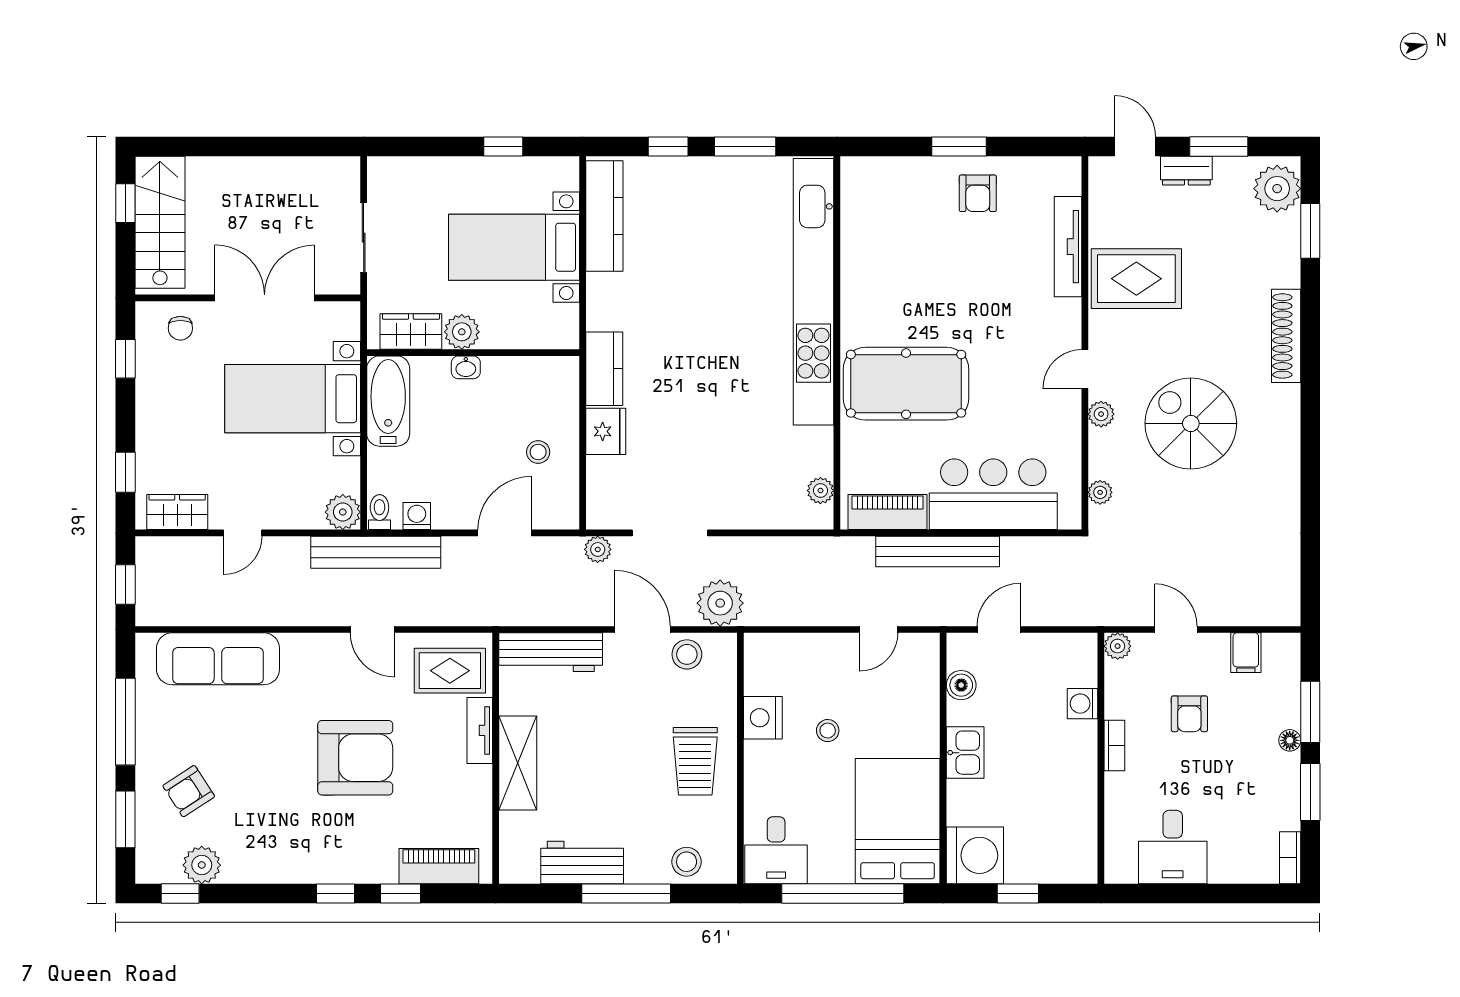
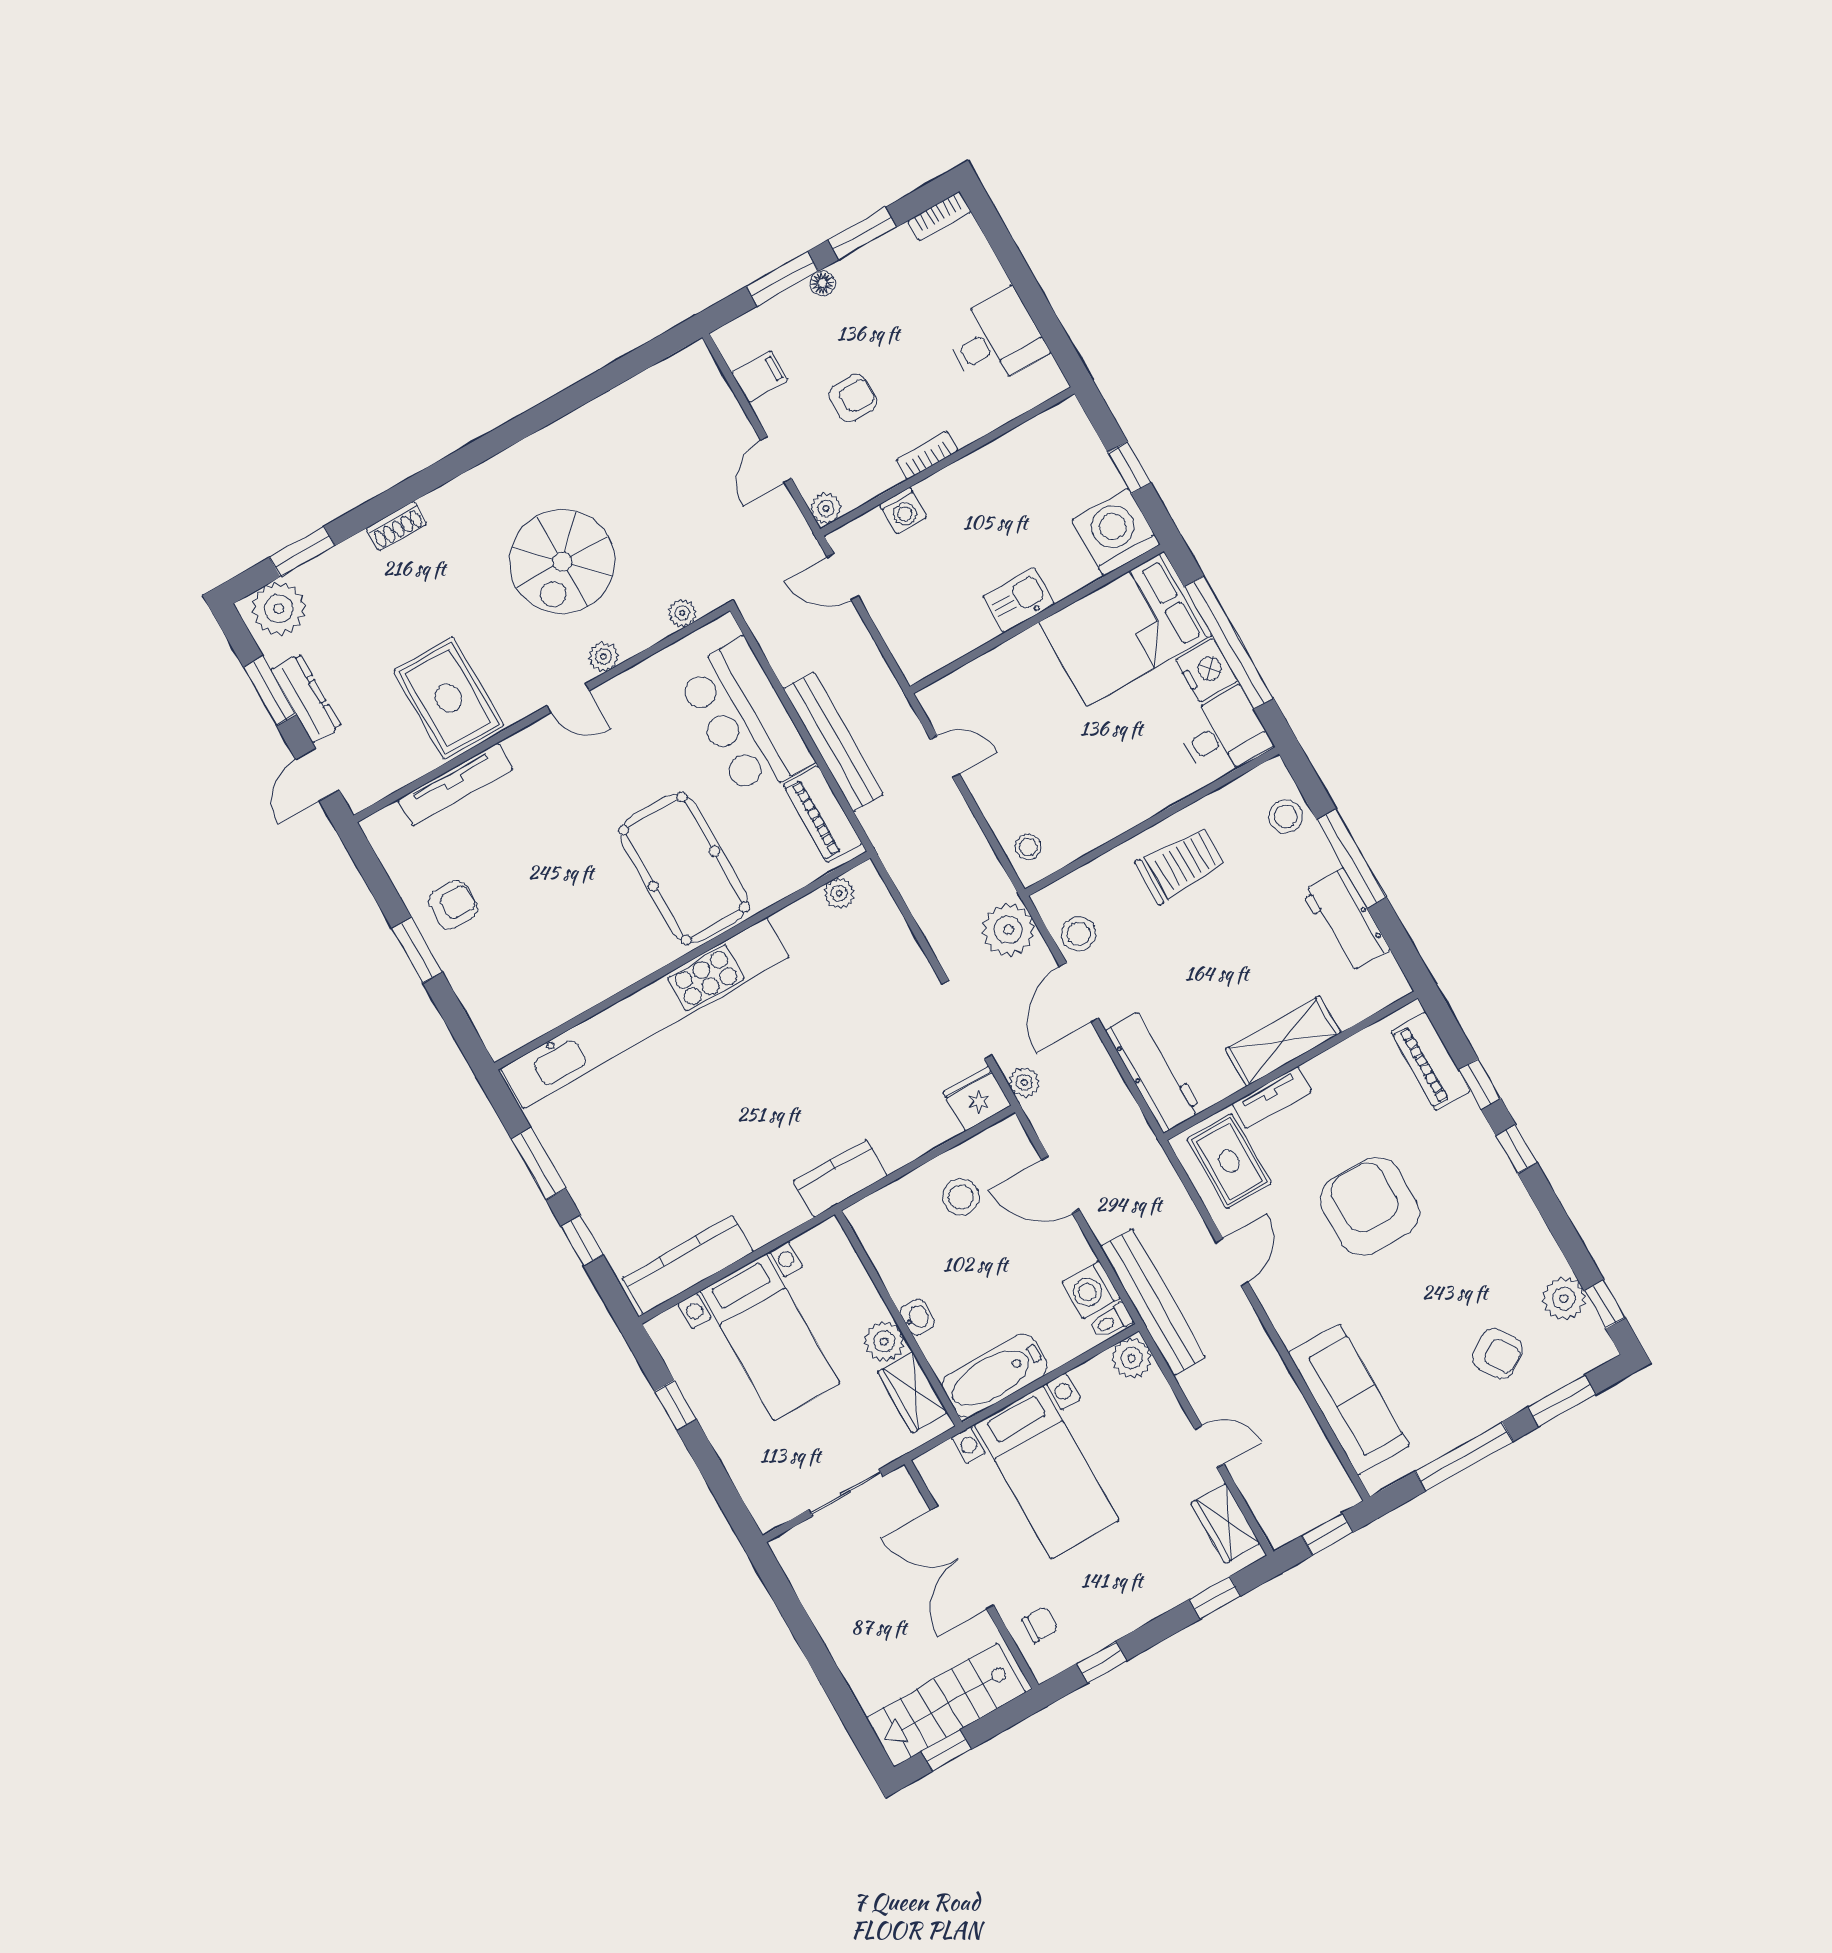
dresser: (1186, 171) -> (306, 698), width x1.44
shoe rack: (1286, 336) -> (396, 526), width x0.51, depth x0.81
fridge: (606, 431) -> (977, 1099), moved
stool: (538, 452) -> (961, 1197), width x1.37, depth x1.37
washing machine: (417, 516) -> (1091, 1290), width x1.38, depth x1.38
door: (999, 629) -> (843, 577), moved
boiler: (961, 685) -> (954, 642), removed
nightstand: (763, 718) -> (1207, 670), moved, turned -90
stool: (828, 731) -> (1028, 847), moved

